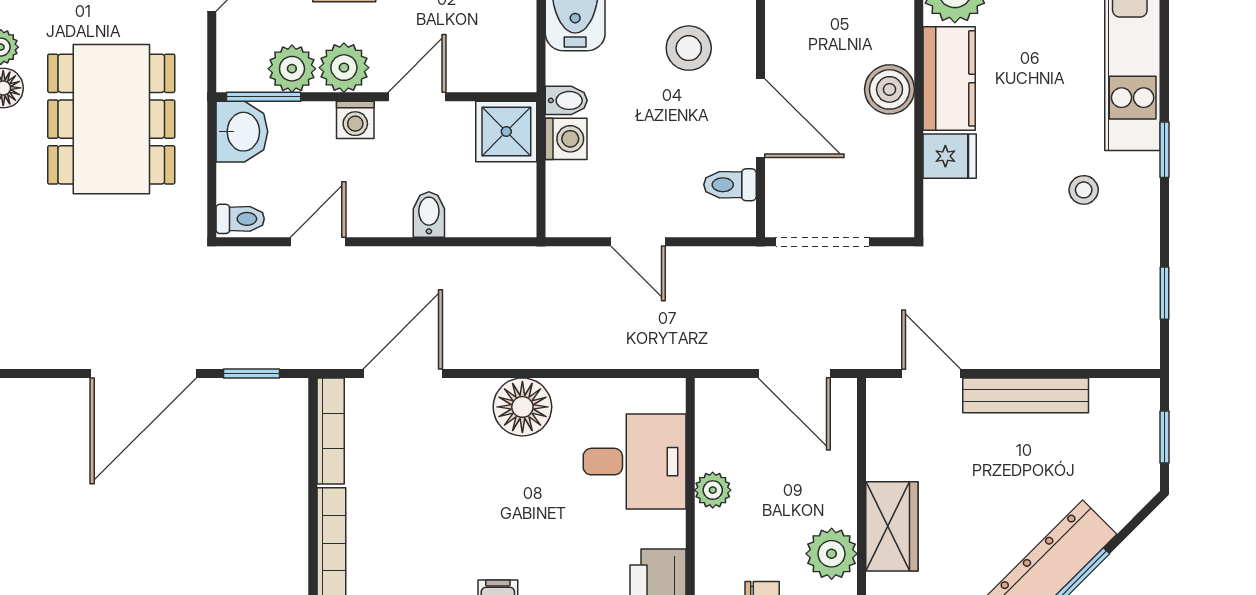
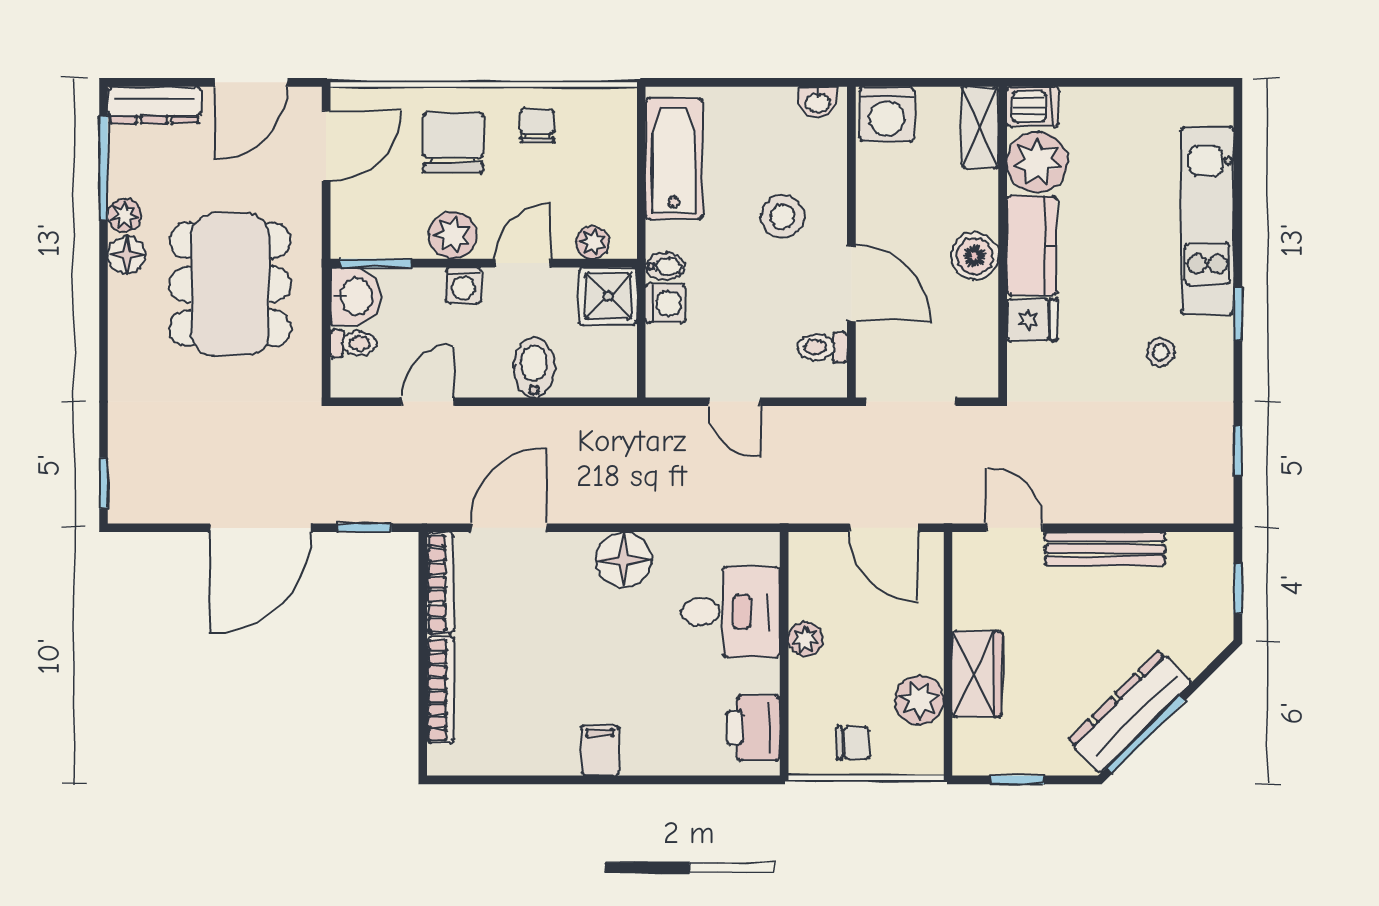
plant: (292, 69) -> (593, 242), moved, width x0.73, depth x0.73
bidet: (429, 214) -> (534, 368), width x1.38, depth x1.36
toilet: (240, 219) -> (353, 343), moved

